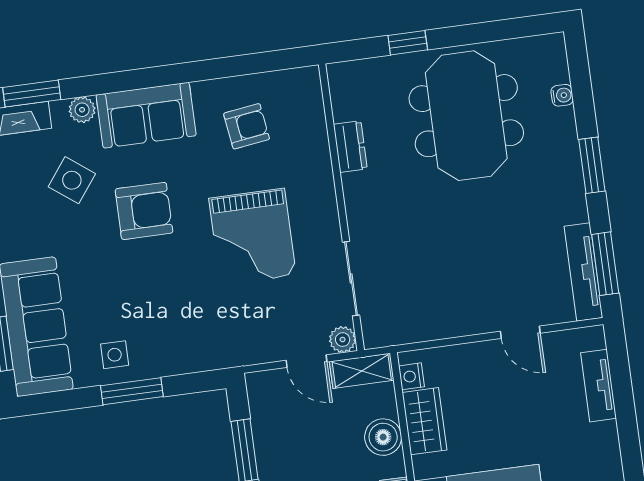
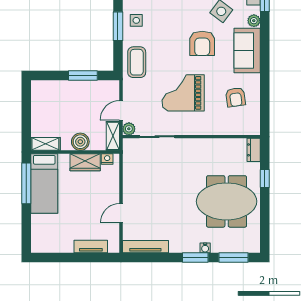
water cooler: (562, 95) -> (205, 248), moved
dresser: (350, 147) -> (254, 150), moved, turned 90
window: (605, 264) -> (234, 257), moved
coffee table: (202, 342) -> (137, 62), added

